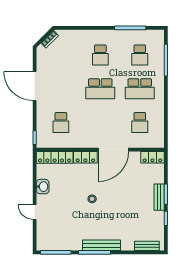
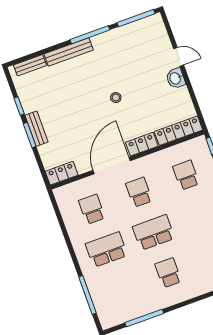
school desk: (140, 55) -> (139, 192), moved
washbasin: (43, 187) -> (176, 78), moved
bench: (101, 245) -> (69, 52), moved

